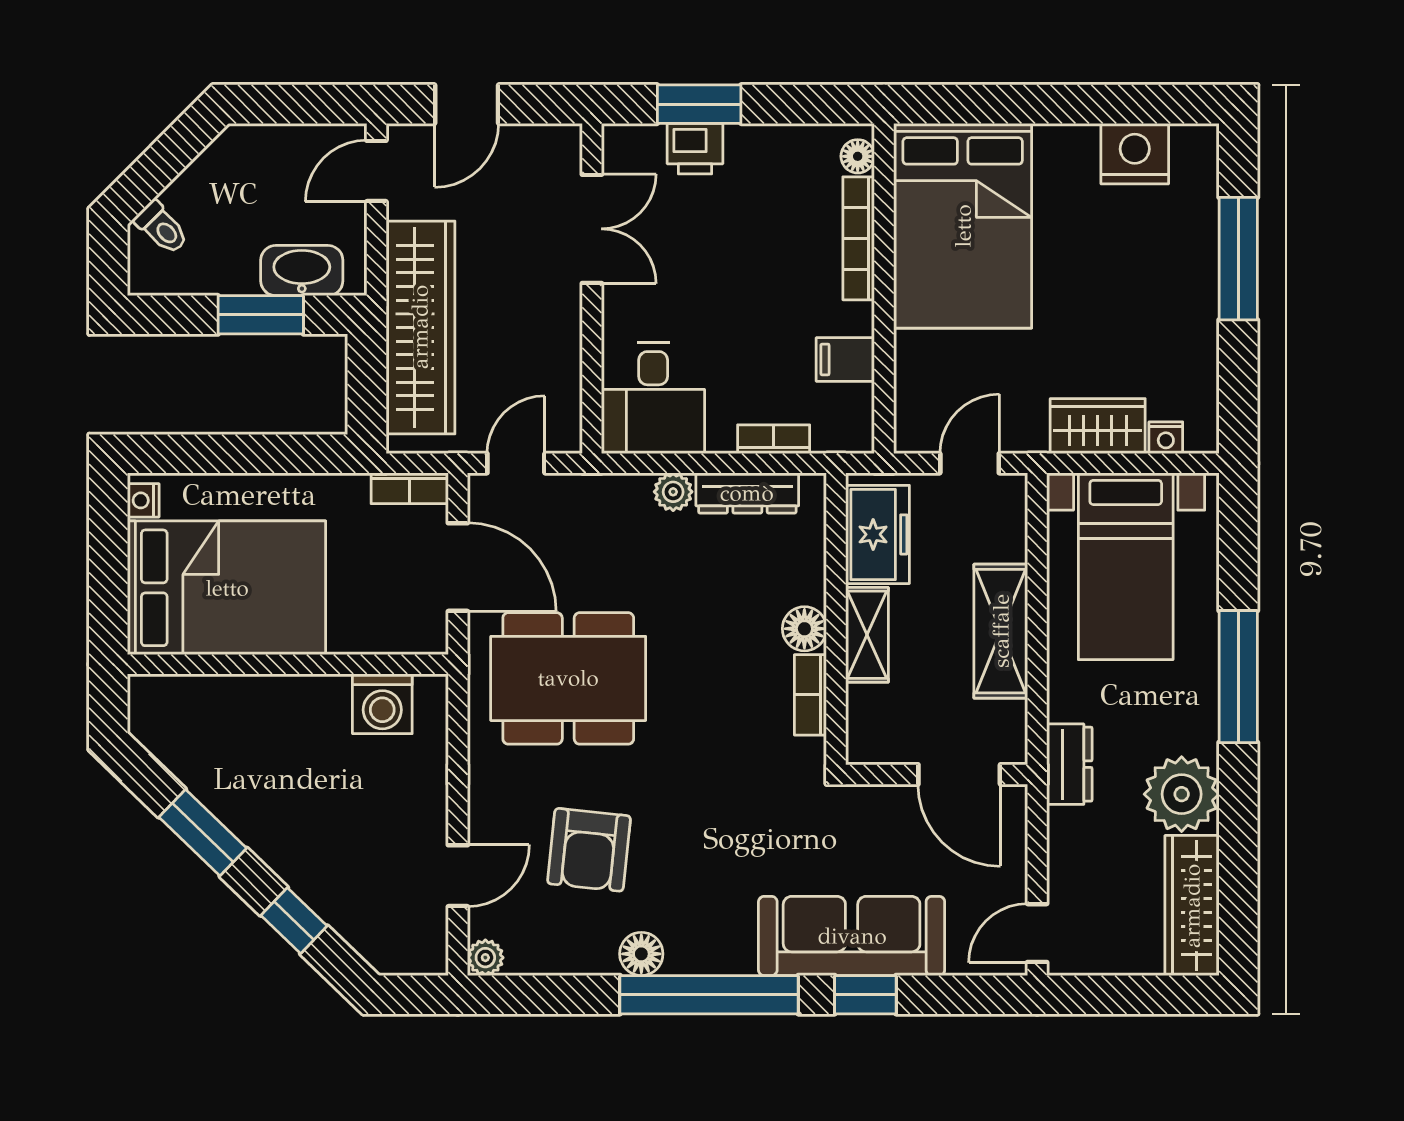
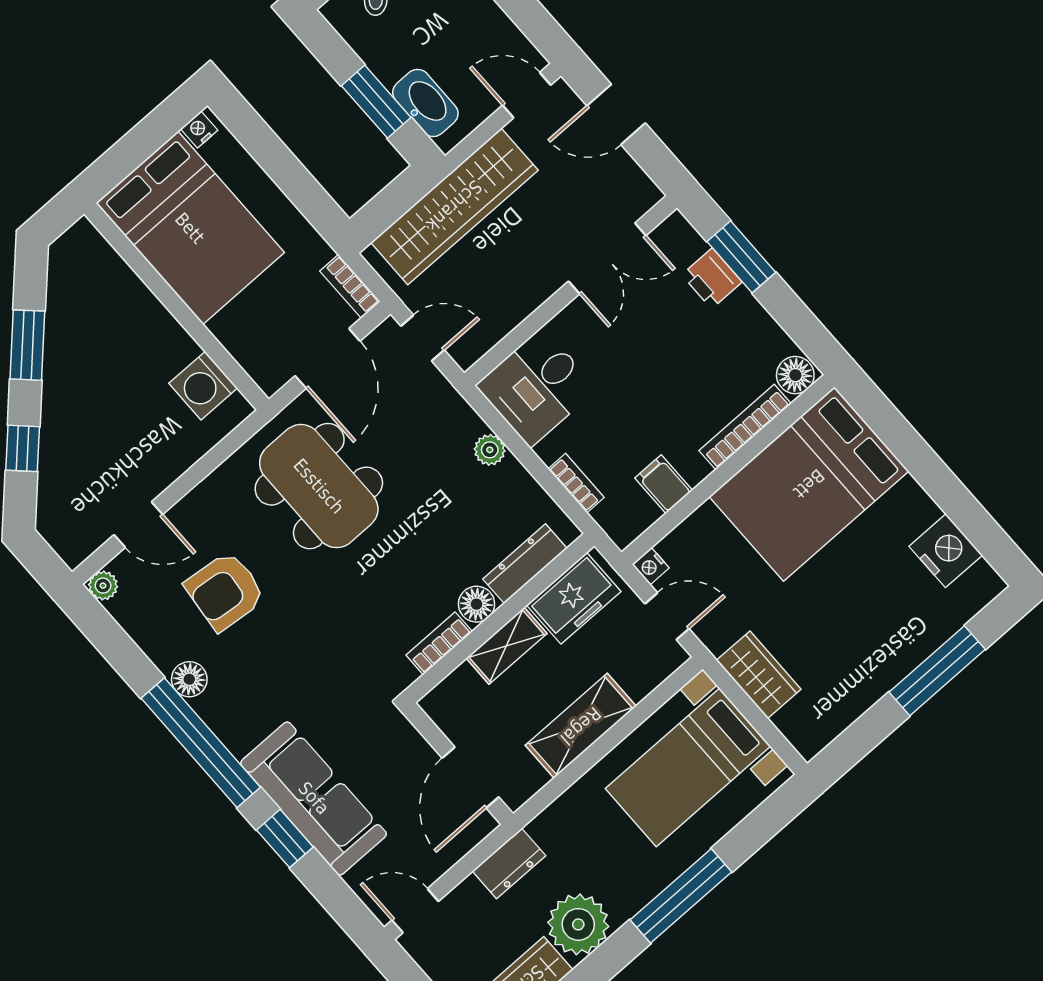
floor lamp: (858, 156) -> (795, 375), width x1.37, depth x1.37
nightstand: (1166, 438) -> (651, 566), moved
dresser: (747, 493) -> (525, 564), moved, turned 90
dresser: (1069, 764) -> (509, 863), moved

